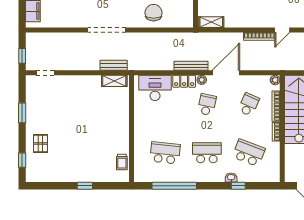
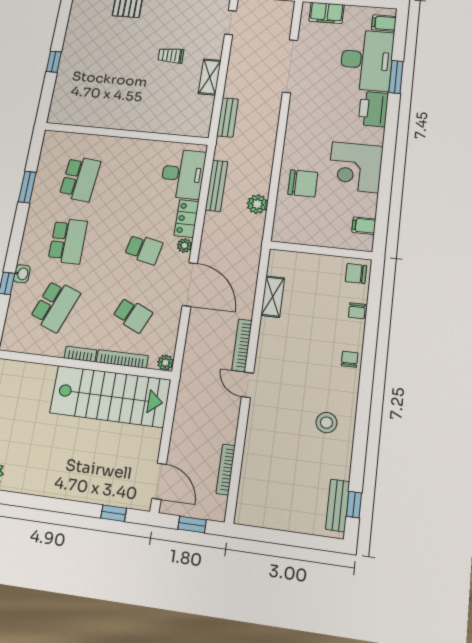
shelving: (211, 22) -> (273, 297), moved
doorway: (107, 30) -> (290, 66), moved
plant: (170, 39) -> (257, 204), added
bench: (191, 66) -> (217, 186), moved
shelving: (114, 81) -> (210, 77), moved
trolley: (122, 162) -> (171, 55), moved
window: (174, 186) -> (27, 187), width x0.47

